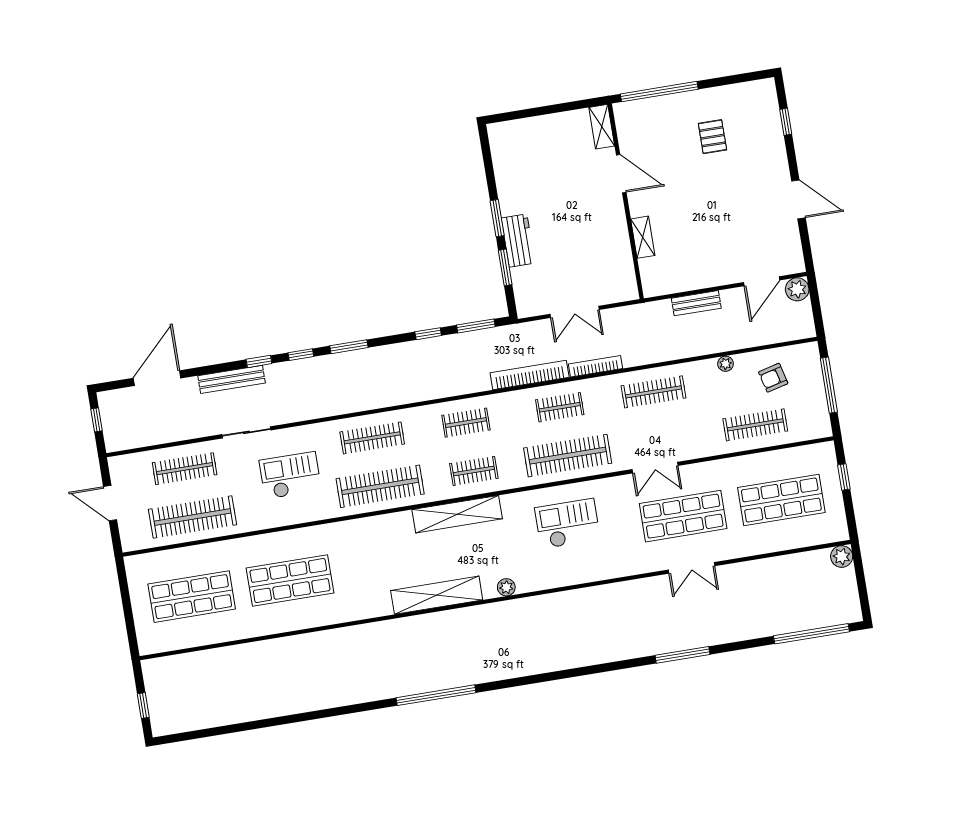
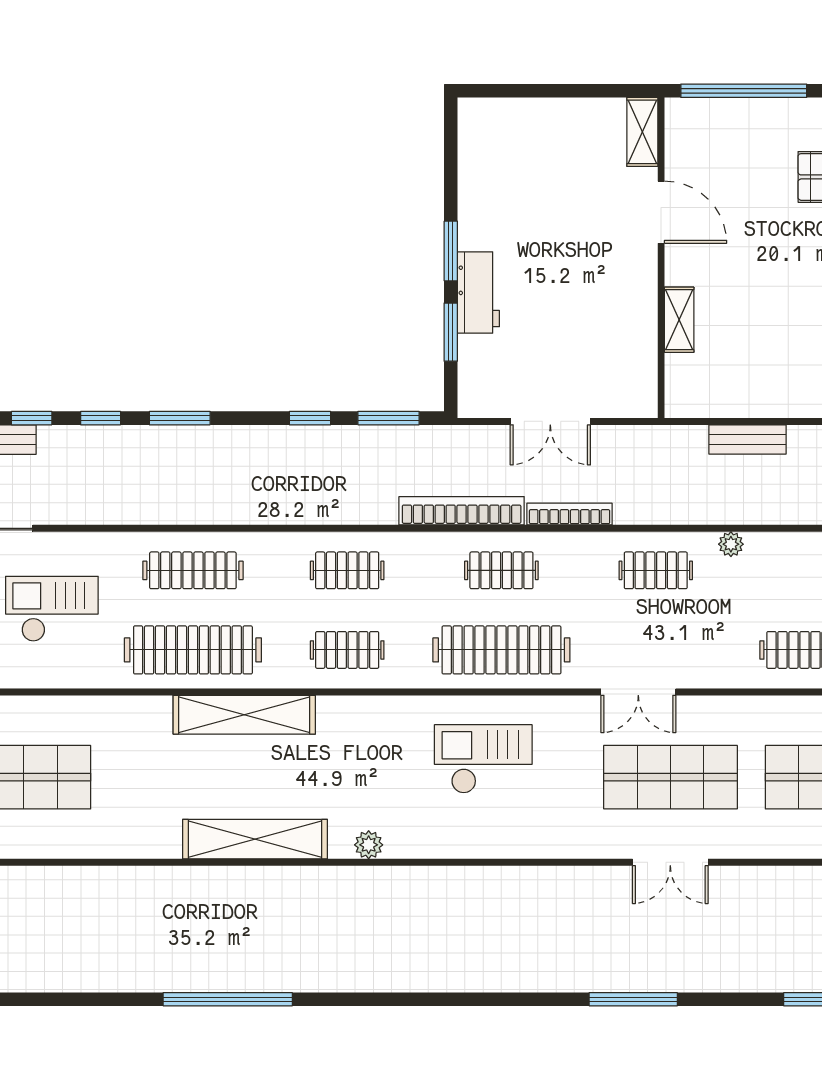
plant: (726, 364) -> (731, 544), moved
clothes rail: (654, 392) -> (656, 570), width x0.73
shelving: (457, 514) -> (244, 715), moved

